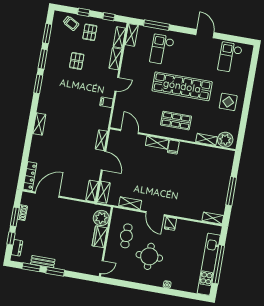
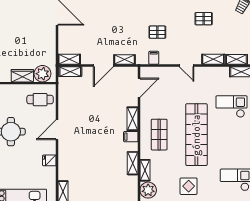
pallet: (90, 32) -> (157, 32), moved
filing cabinet: (106, 102) -> (154, 58), moved
shelving: (130, 203) -> (133, 163), moved
fridge: (170, 224) -> (49, 160), moved
cafe table: (126, 236) -> (40, 100), moved

